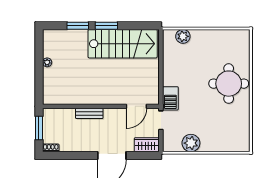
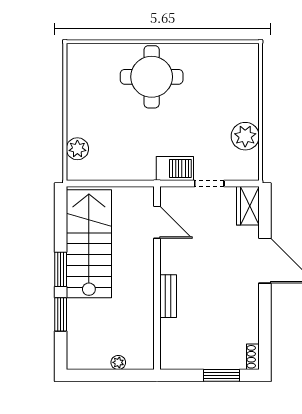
wall: (101, 106) -> (157, 278), moved
door: (136, 106) -> (157, 222), moved
bench: (89, 113) -> (168, 296), moved

